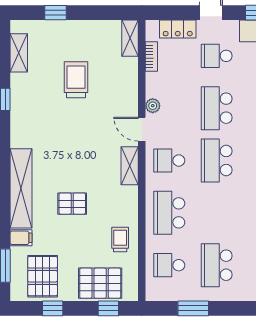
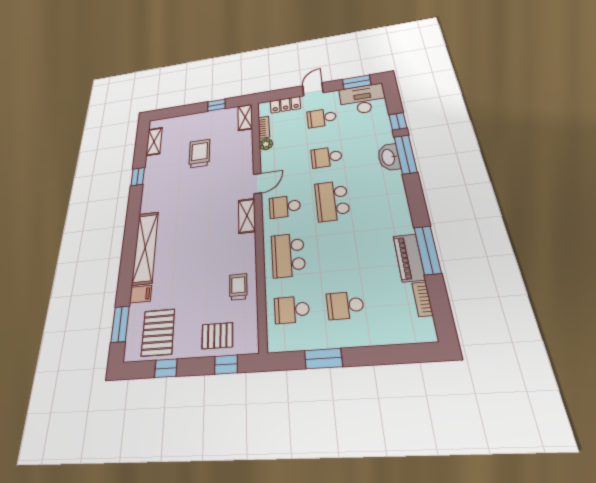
window: (55, 13) -> (216, 105), moved
plant: (153, 106) -> (266, 144), moved
school desk: (217, 108) -> (327, 157), width x0.54
door: (142, 129) -> (257, 183), swing flipped
pallet: (72, 204) -> (192, 256), removed
school desk: (217, 265) -> (345, 305), width x0.54
pallet: (100, 283) -> (217, 336), width x0.67, depth x0.71

